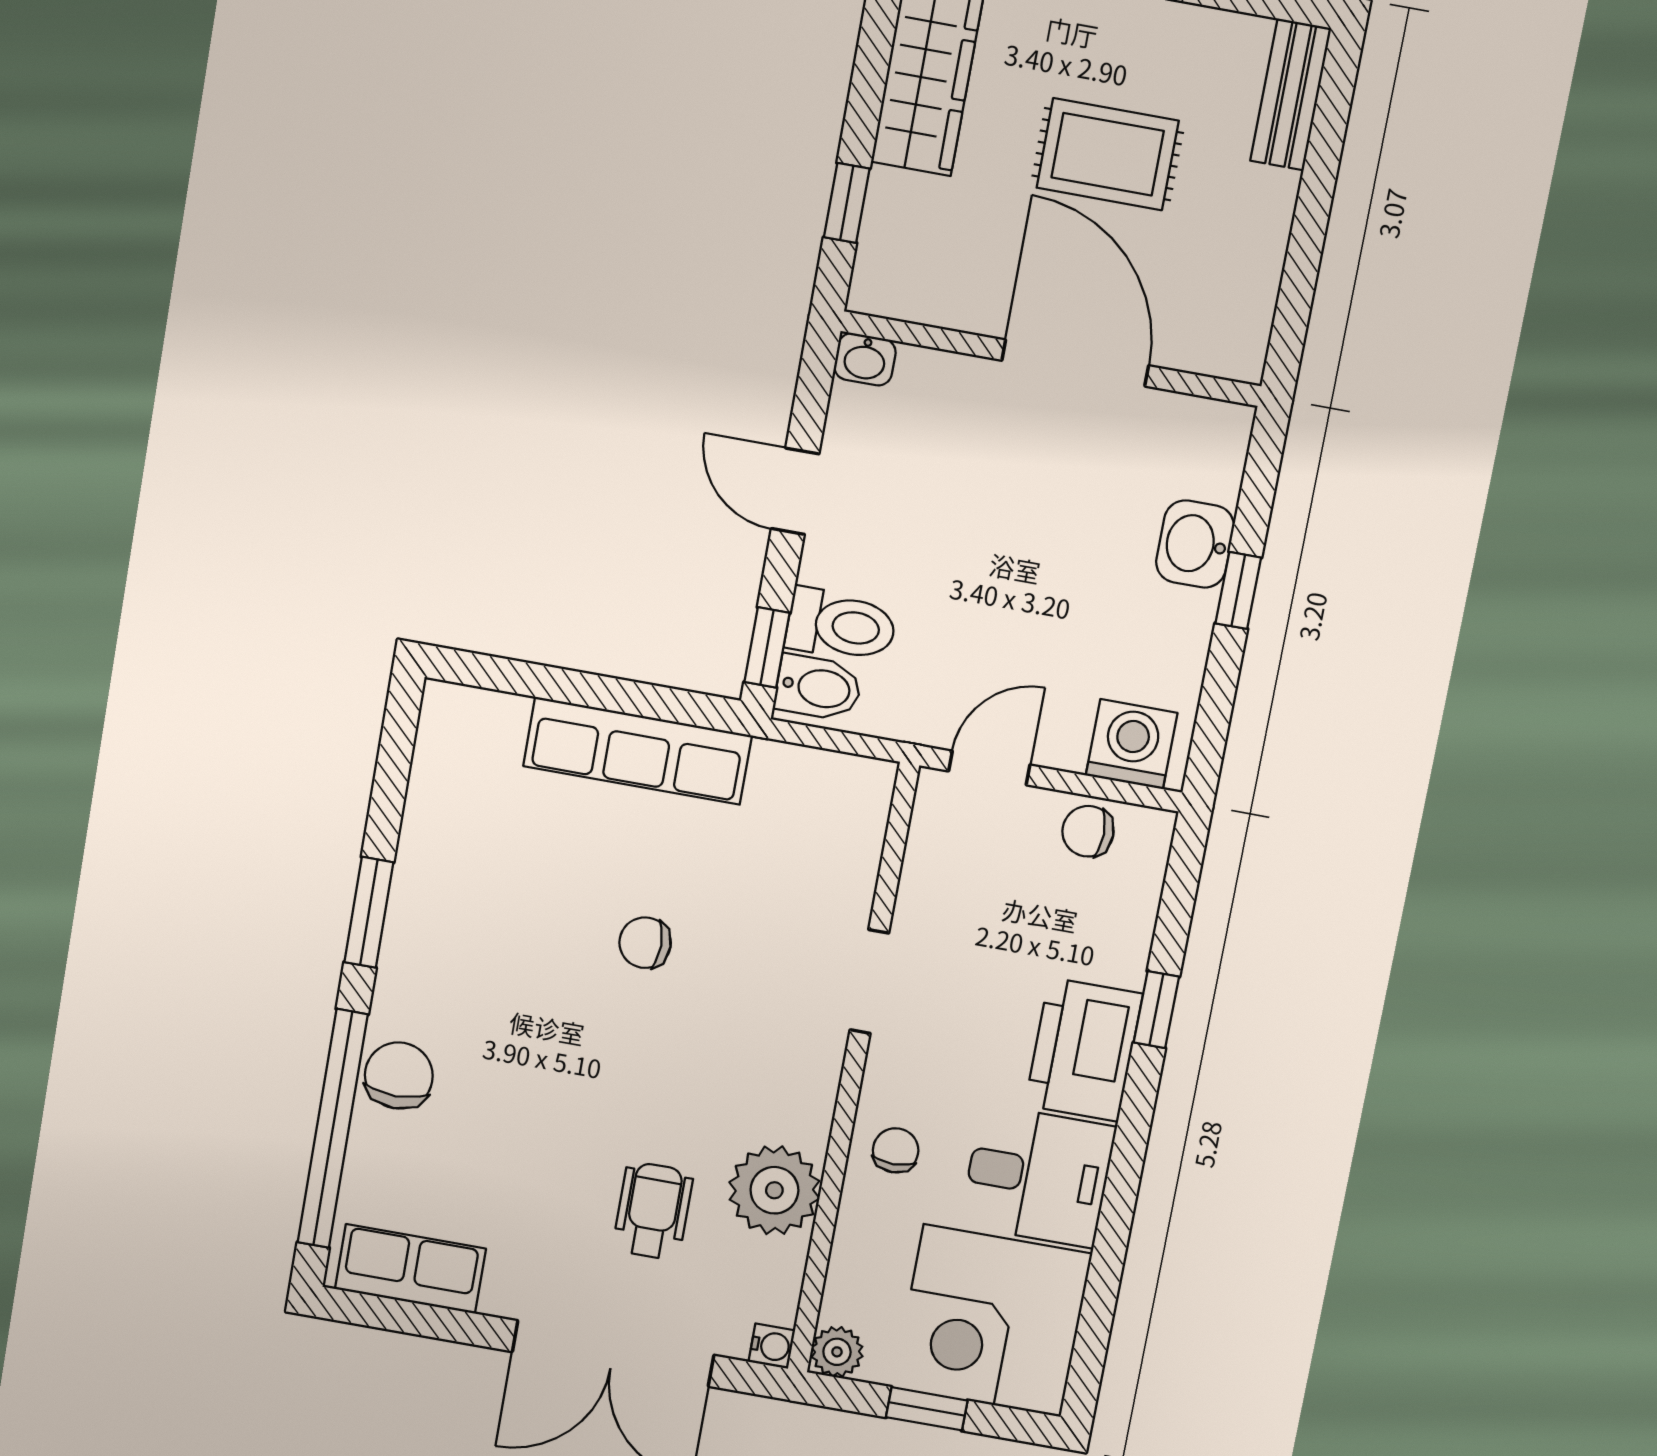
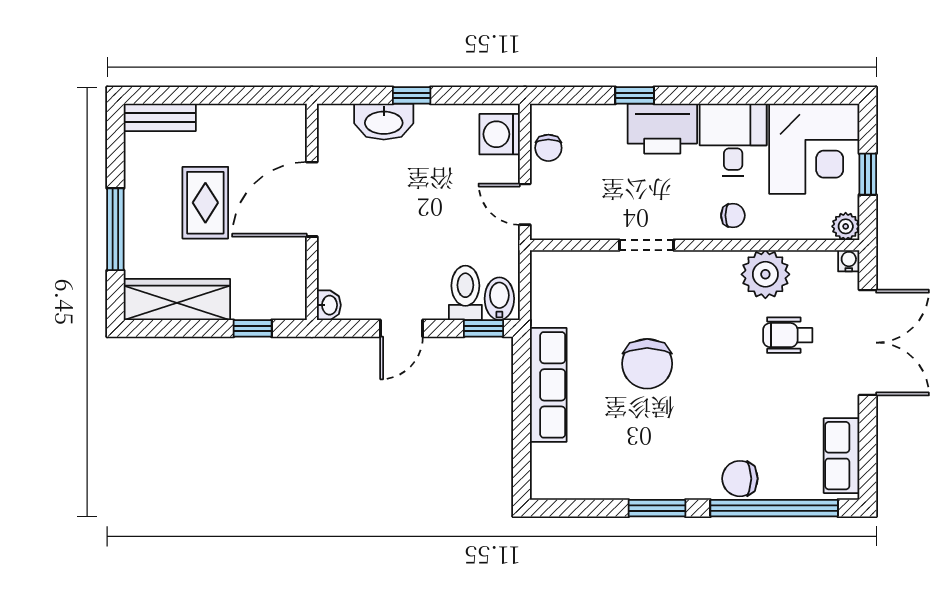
washbasin: (1195, 544) -> (384, 122), width x1.38
chair: (645, 943) -> (647, 364), width x1.87, depth x1.87
chair: (896, 1150) -> (733, 215), turned 180

